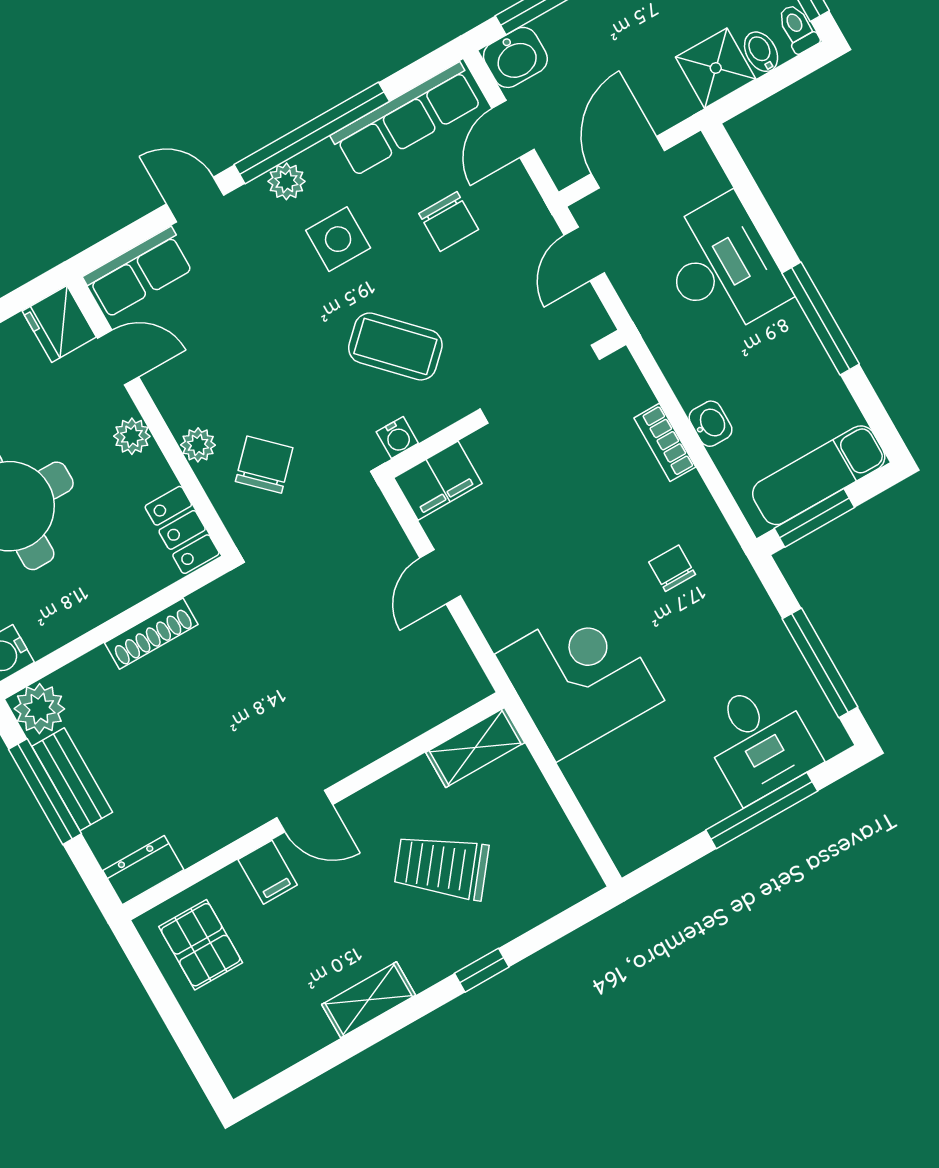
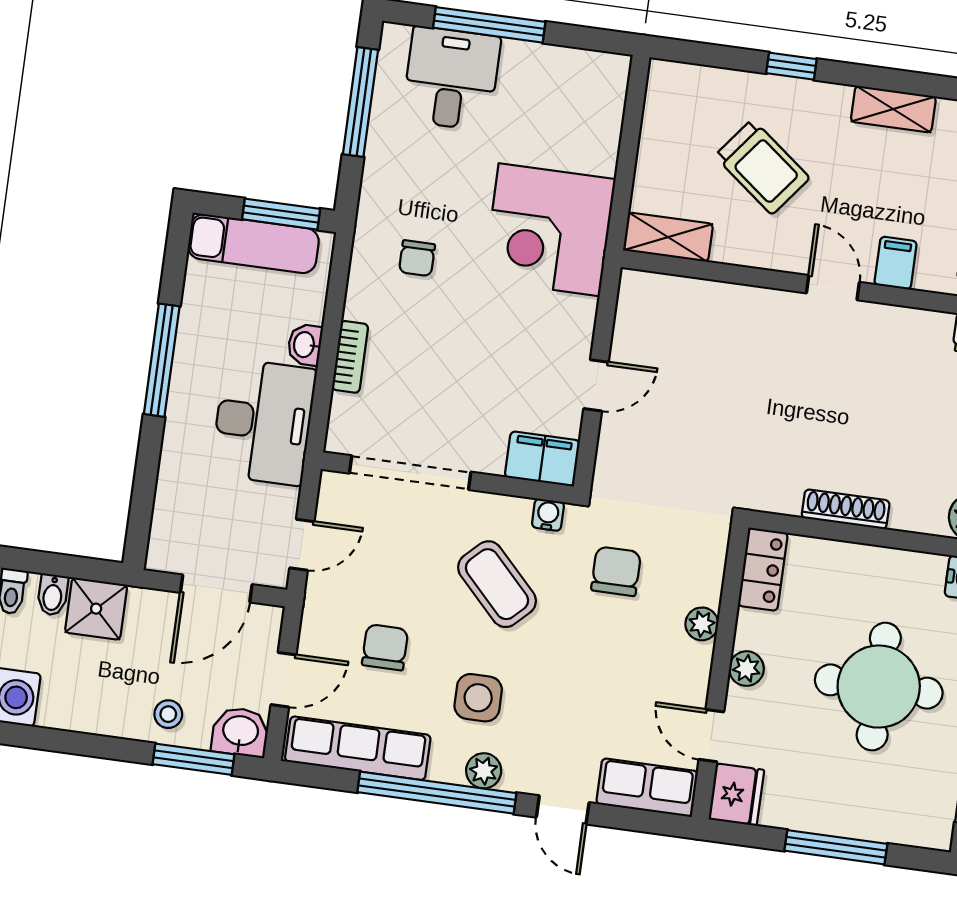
stool: (587, 26) -> (168, 714), added
desk: (722, 267) -> (263, 422), moved, turned 180
chair: (264, 465) -> (616, 571), moved, turned 136

